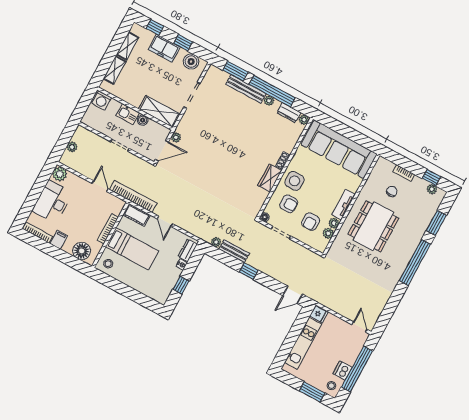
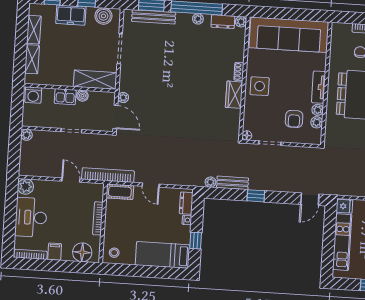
bench: (246, 89) -> (154, 17), moved
plant: (72, 147) -> (26, 135), moved
door: (162, 151) -> (115, 117), hinge flipped
armchair: (289, 204) -> (264, 111), removed
bed: (132, 249) -> (163, 255), moved, turned 180

